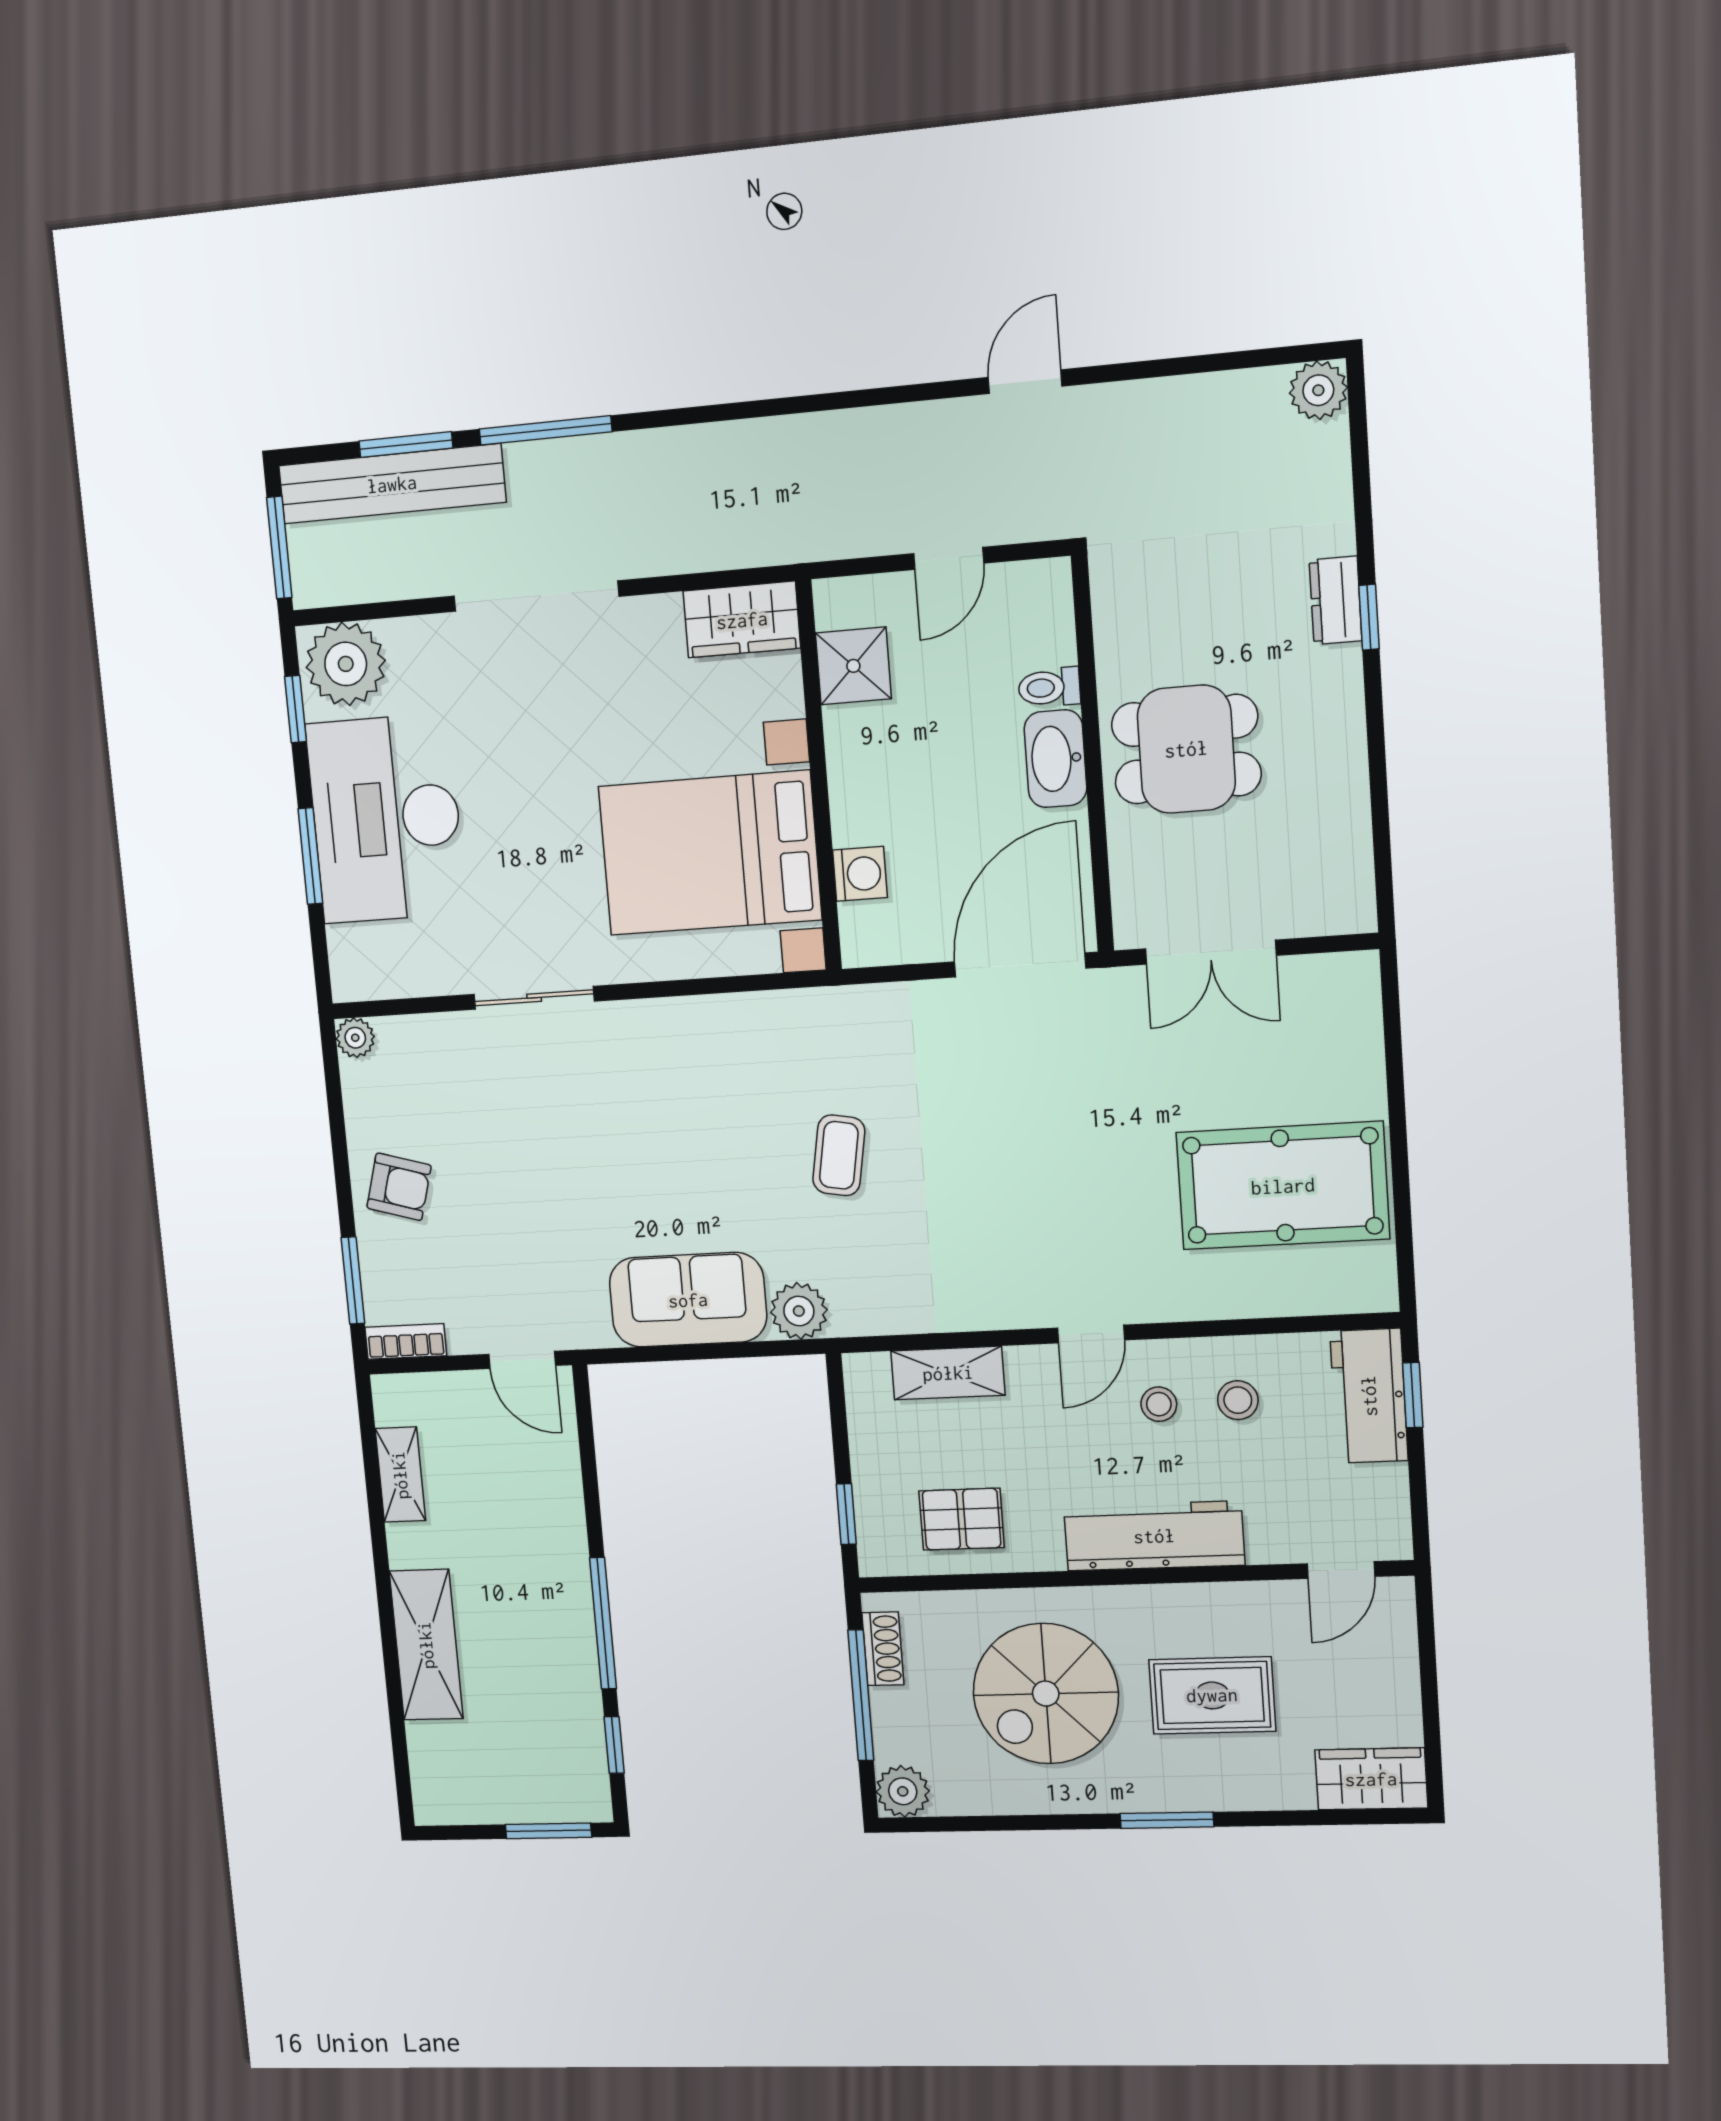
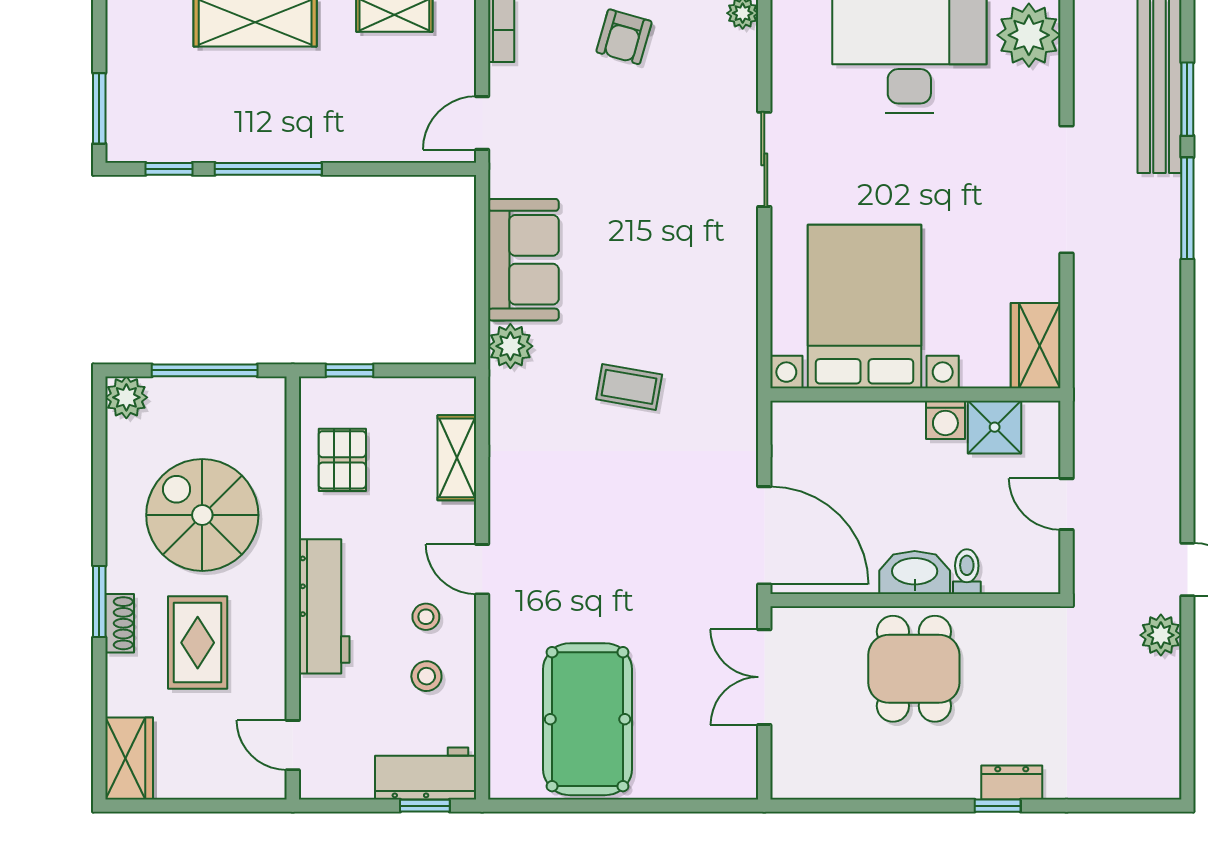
plant: (1318, 390) -> (1161, 635), moved
washing machine: (860, 874) -> (945, 420), moved
shoe rack: (883, 1649) -> (120, 623), moved, turned -90

